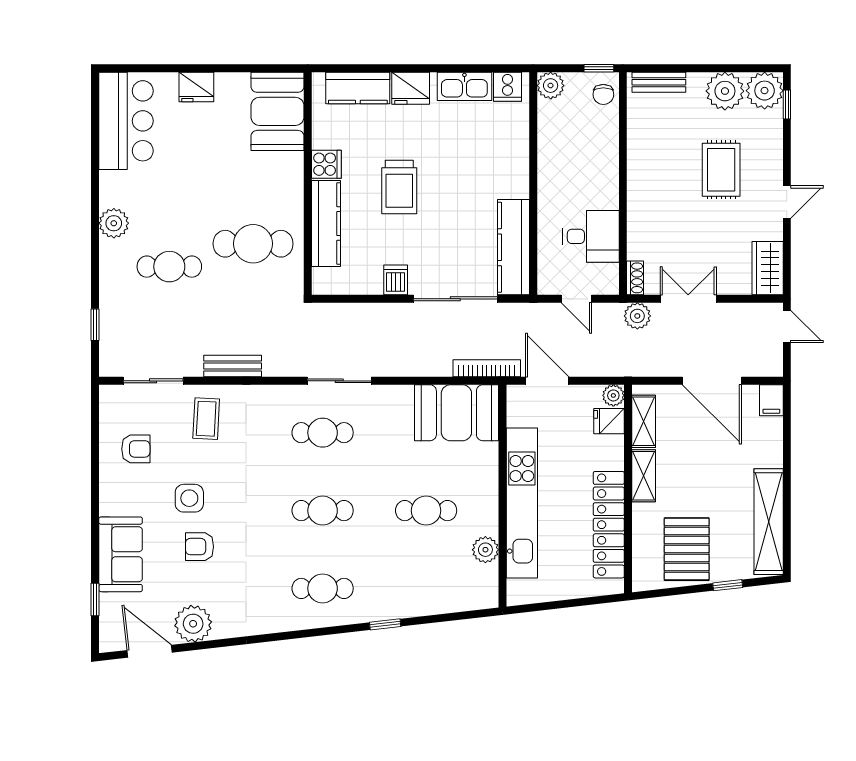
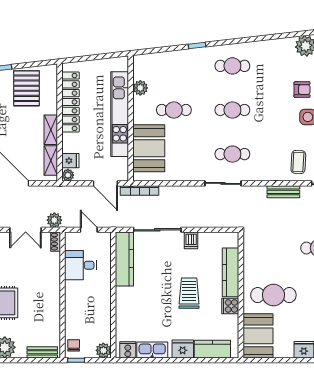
cafe table: (253, 244) -> (273, 295), moved
booth: (456, 413) -> (149, 148), moved, turned 90

